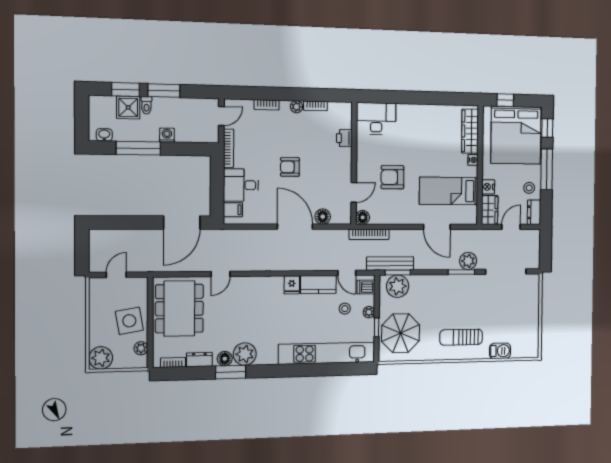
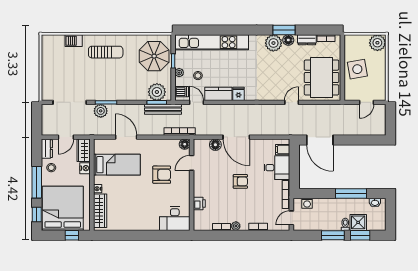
washing machine: (167, 135) -> (307, 203), moved
door: (182, 223) -> (320, 140), swing flipped
plant: (141, 348) -> (349, 49), removed

